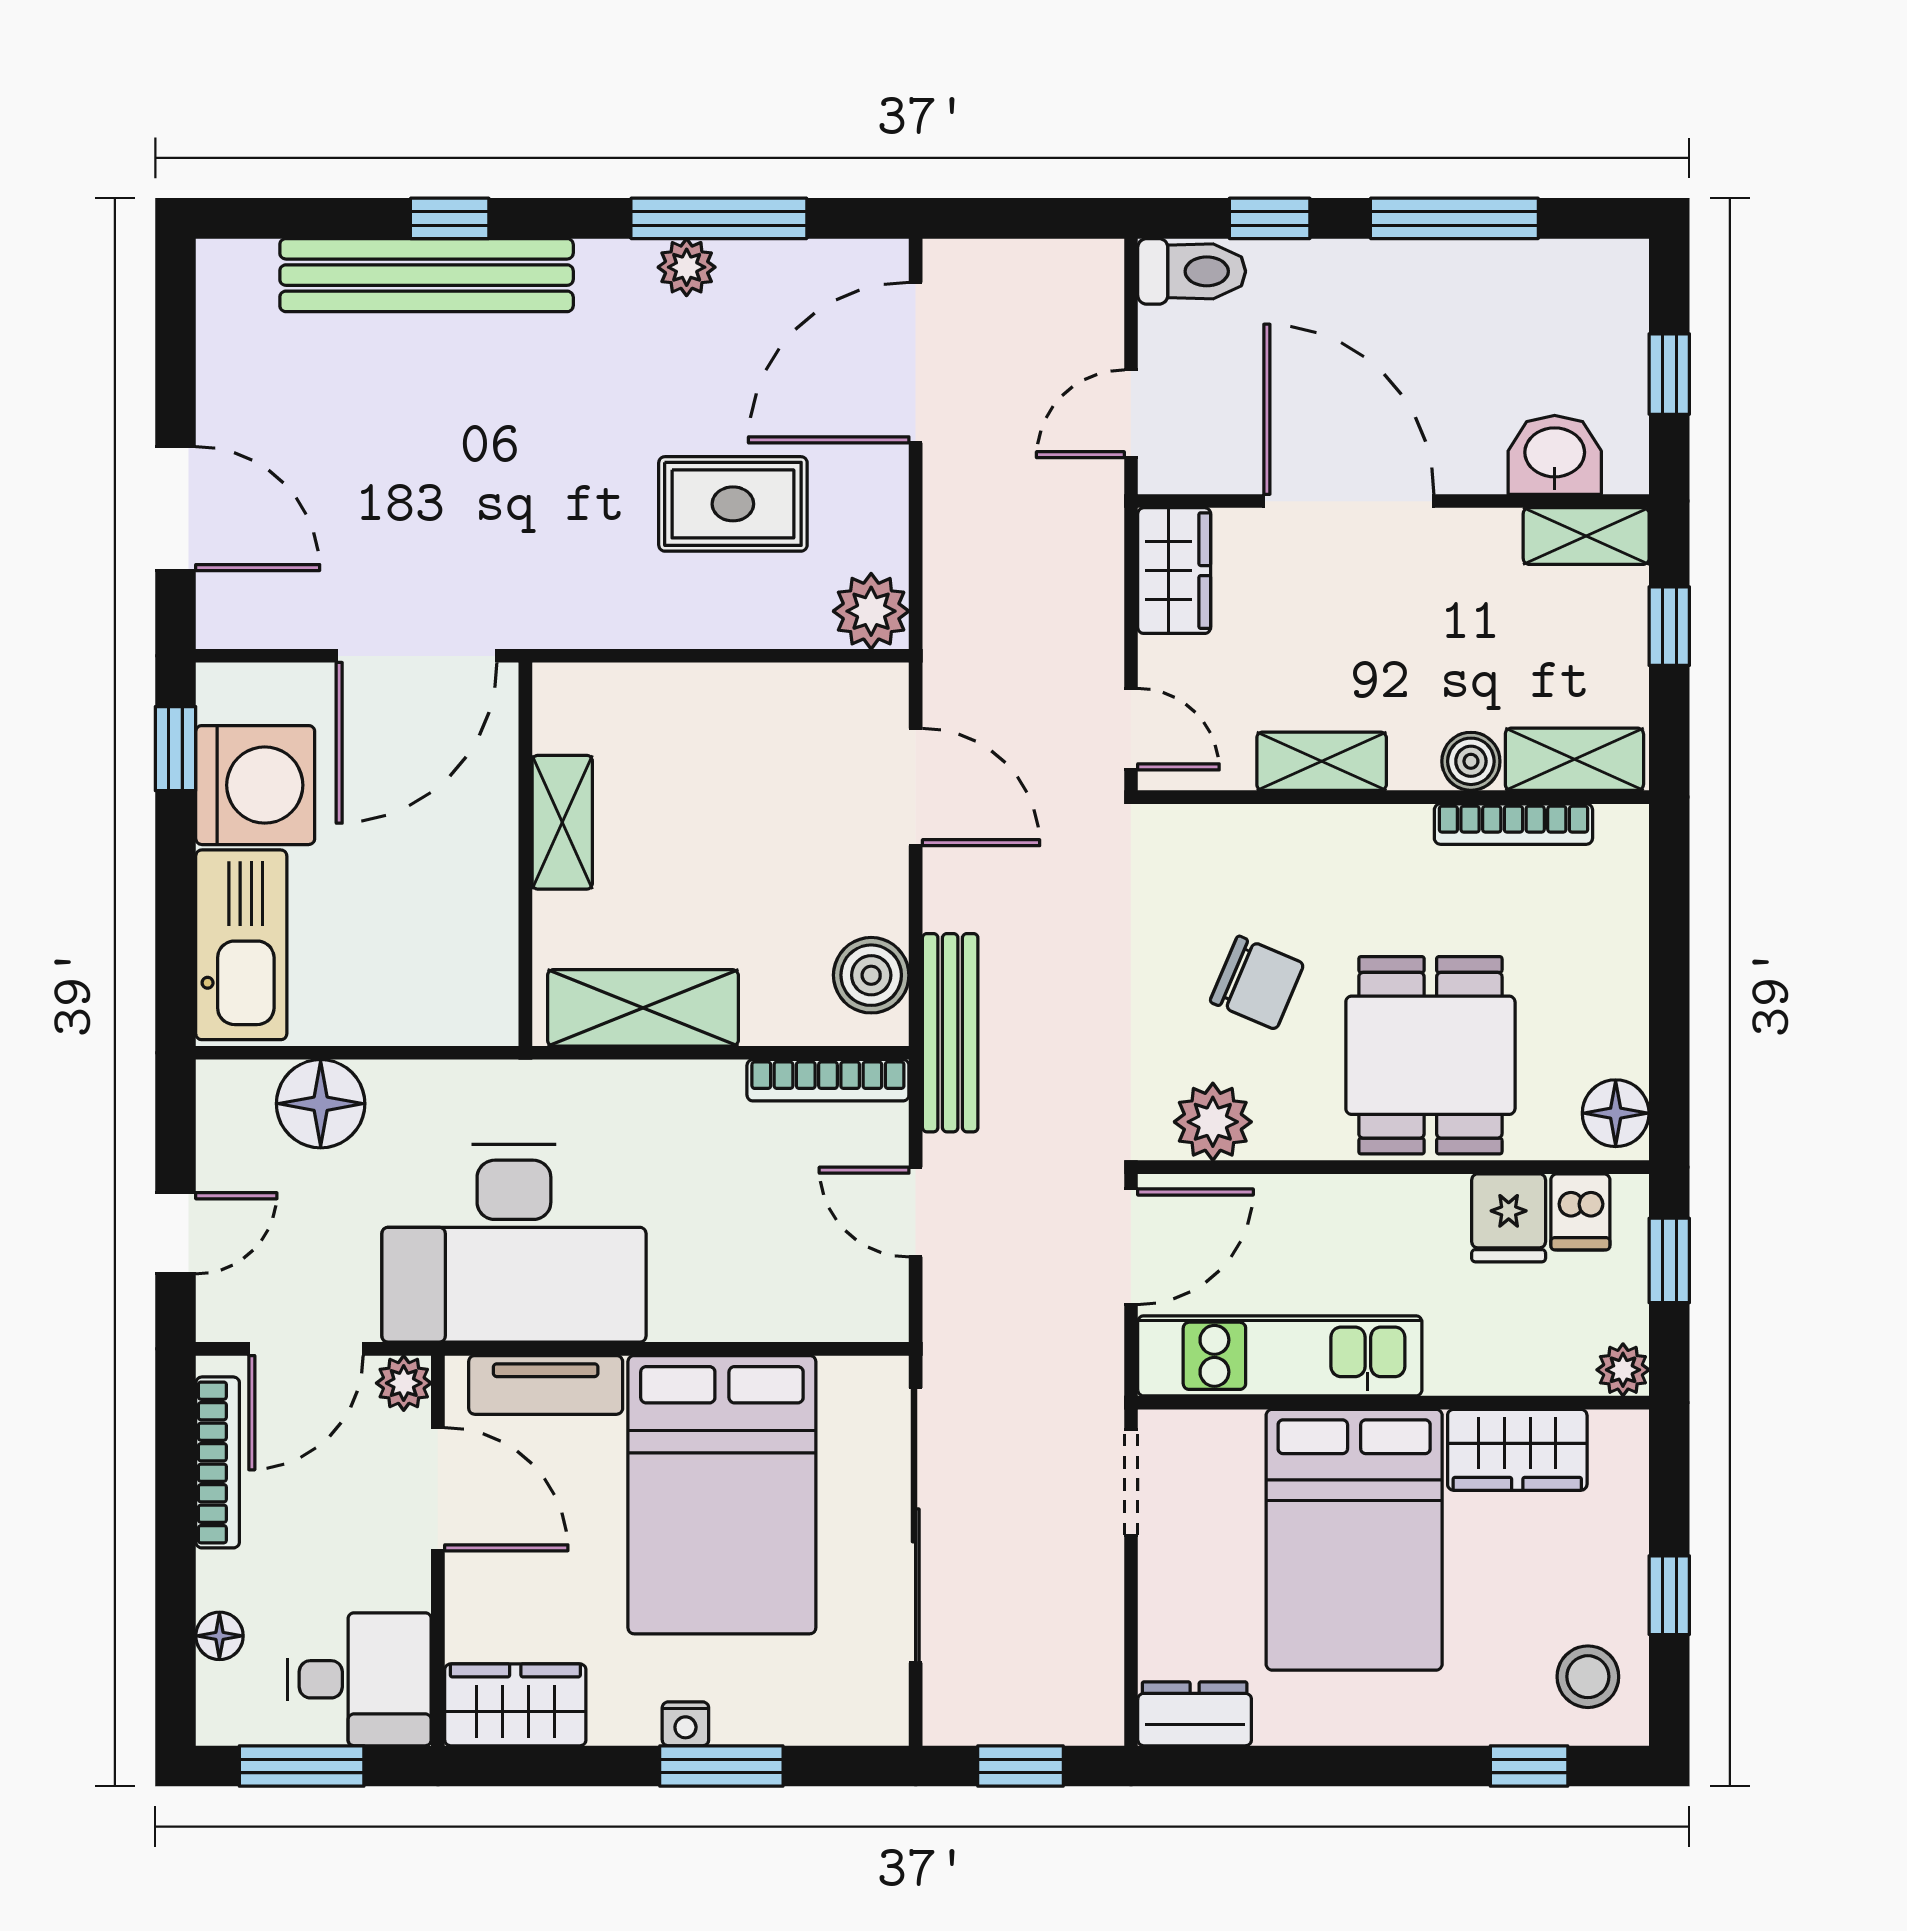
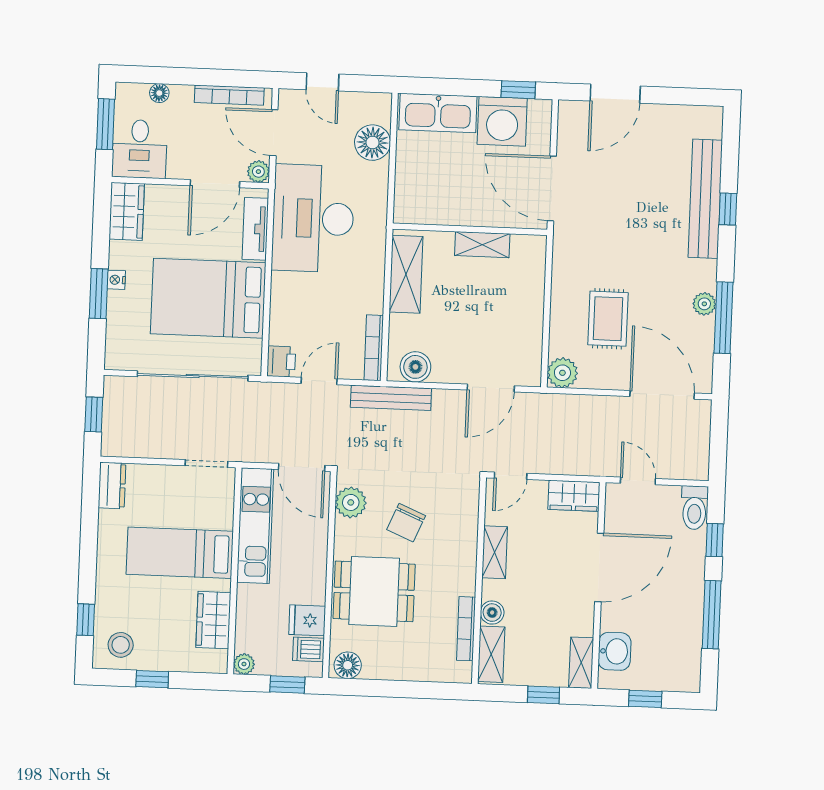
printer: (871, 1308) -> (281, 362), added
bed: (1354, 1540) -> (180, 553), width x0.67

